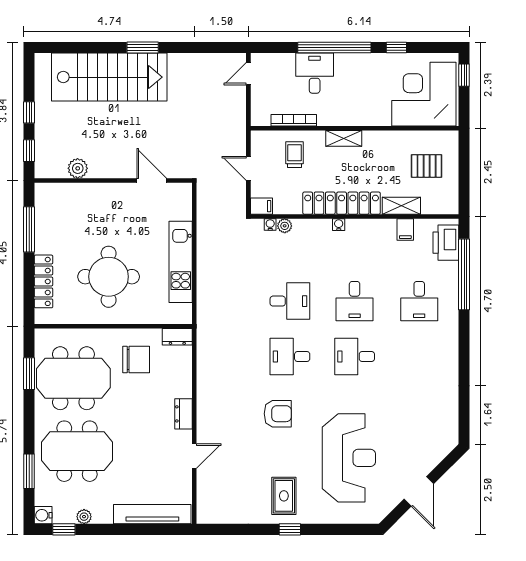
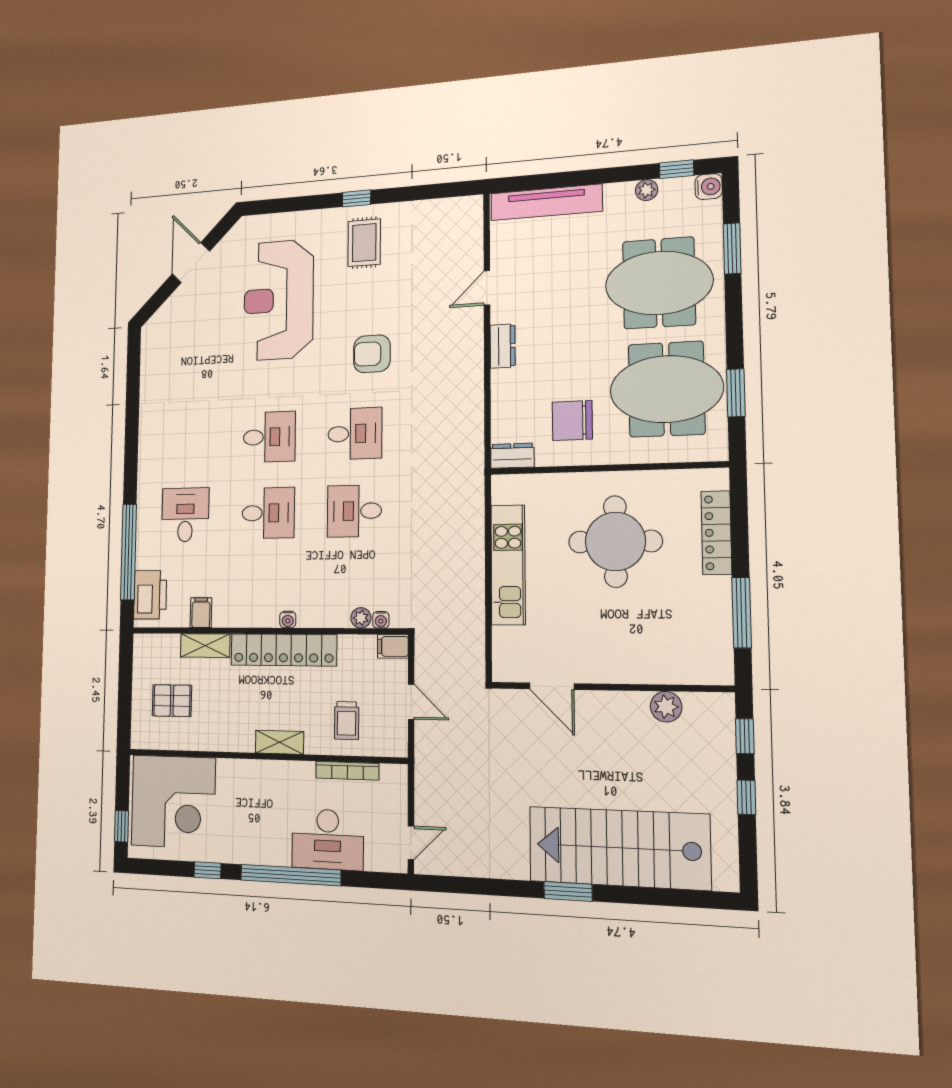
desk: (315, 73) -> (328, 839), width x1.37
desk: (355, 301) -> (268, 513), turned 90

